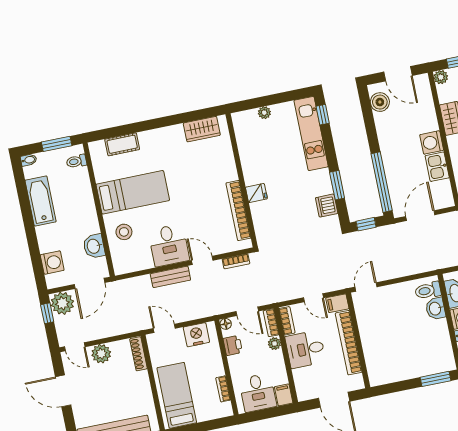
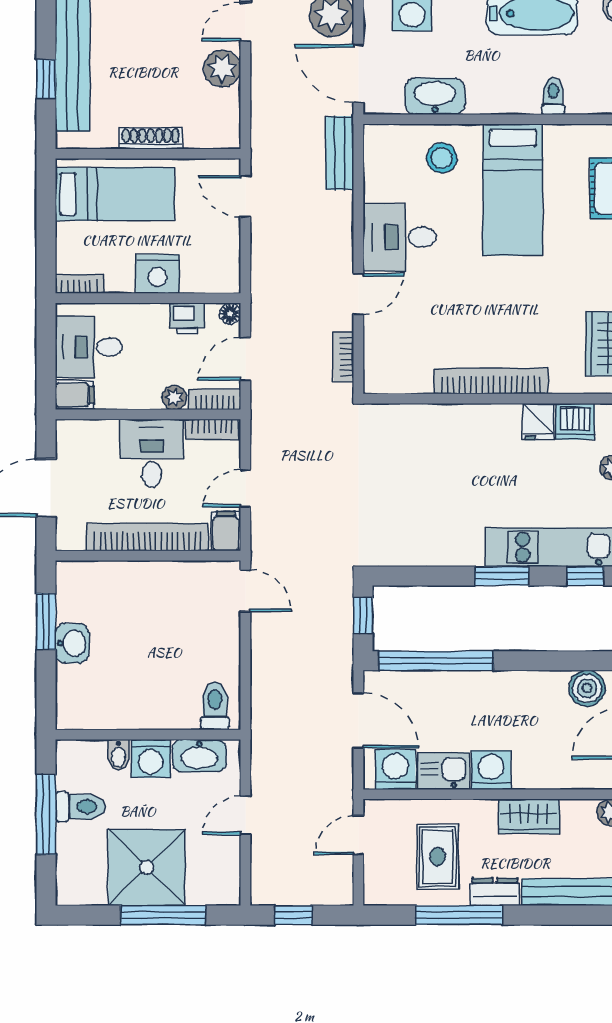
toilet: (76, 161) -> (553, 96), moved
window: (337, 185) -> (502, 576), moved
washing machine: (441, 191) -> (395, 769), added
fridge: (256, 193) -> (538, 422), moved
dishwasher: (327, 206) -> (575, 421), moved, turned 180
bookcase: (238, 211) -> (491, 381), moved
washbasin: (94, 246) -> (435, 96), width x1.38
bench: (170, 277) -> (340, 153), moved
washbasin: (435, 309) -> (72, 643), moved, turned 90
door: (164, 328) -> (245, 196), swing flipped
nightstand: (196, 335) -> (158, 274), moved, turned 90
shoe rack: (138, 354) -> (151, 138), moved
window: (436, 379) -> (46, 622), moved
bookcase: (223, 389) -> (80, 284), moved

